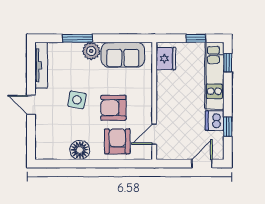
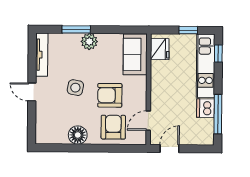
sofa: (123, 55) -> (135, 54), moved, turned 90
window: (228, 127) -> (218, 114), width x2.17
door: (202, 164) -> (169, 149), moved

